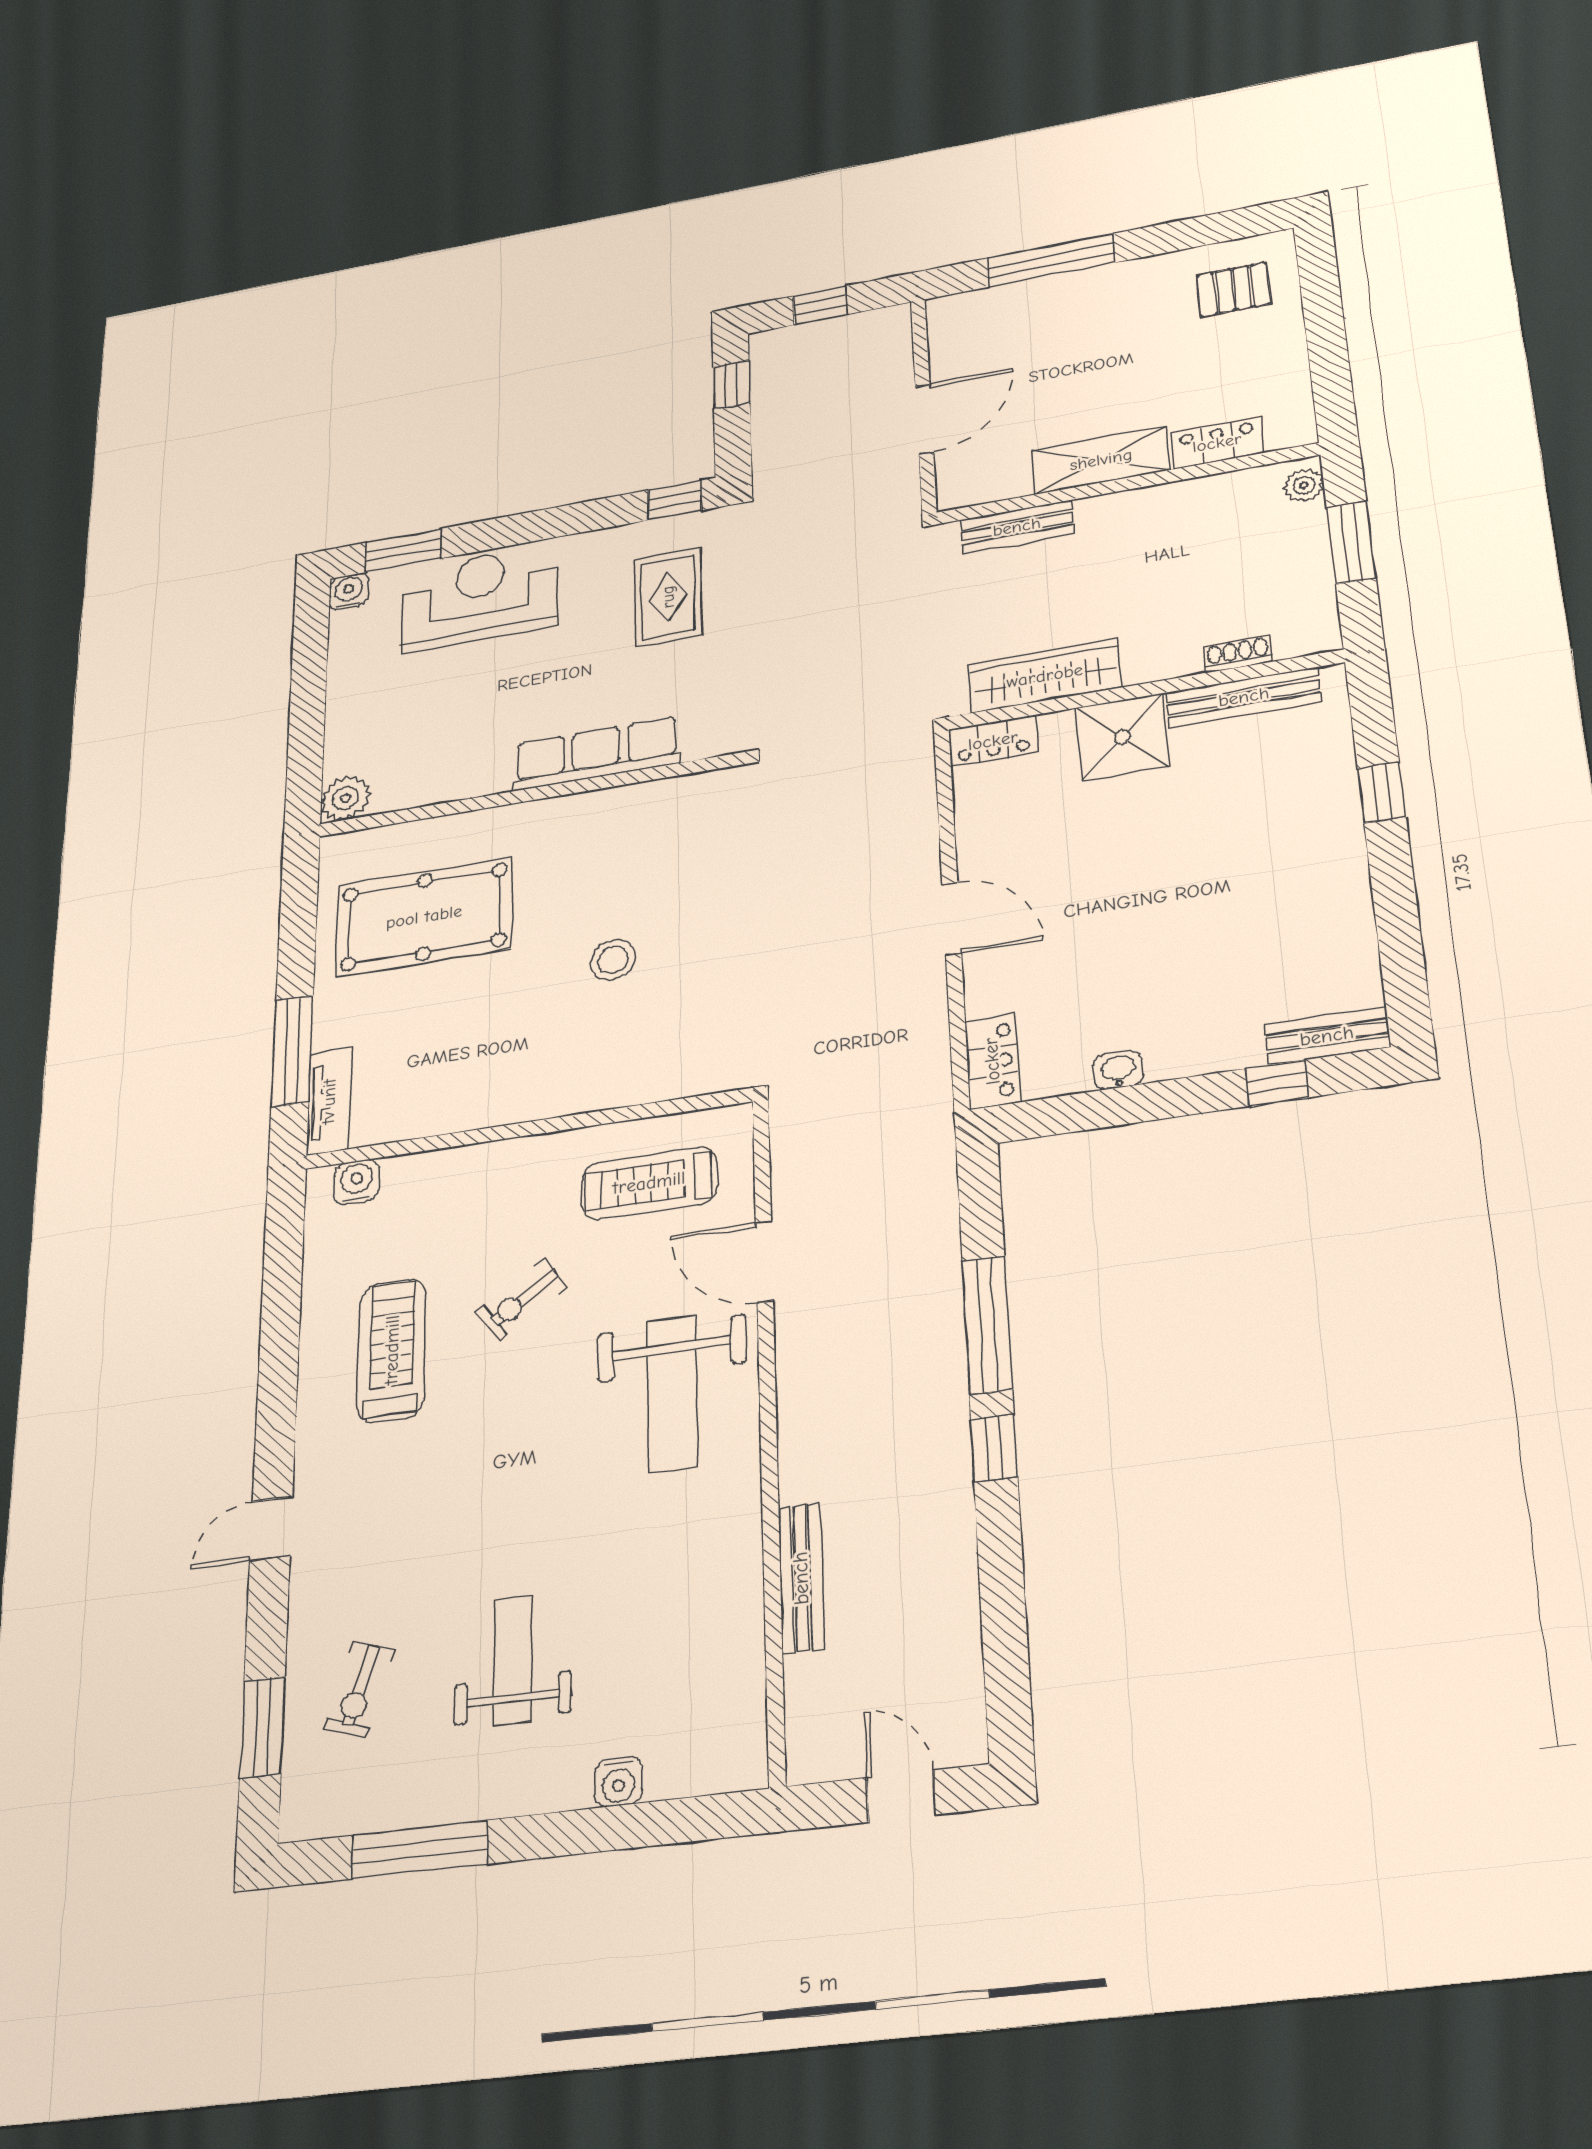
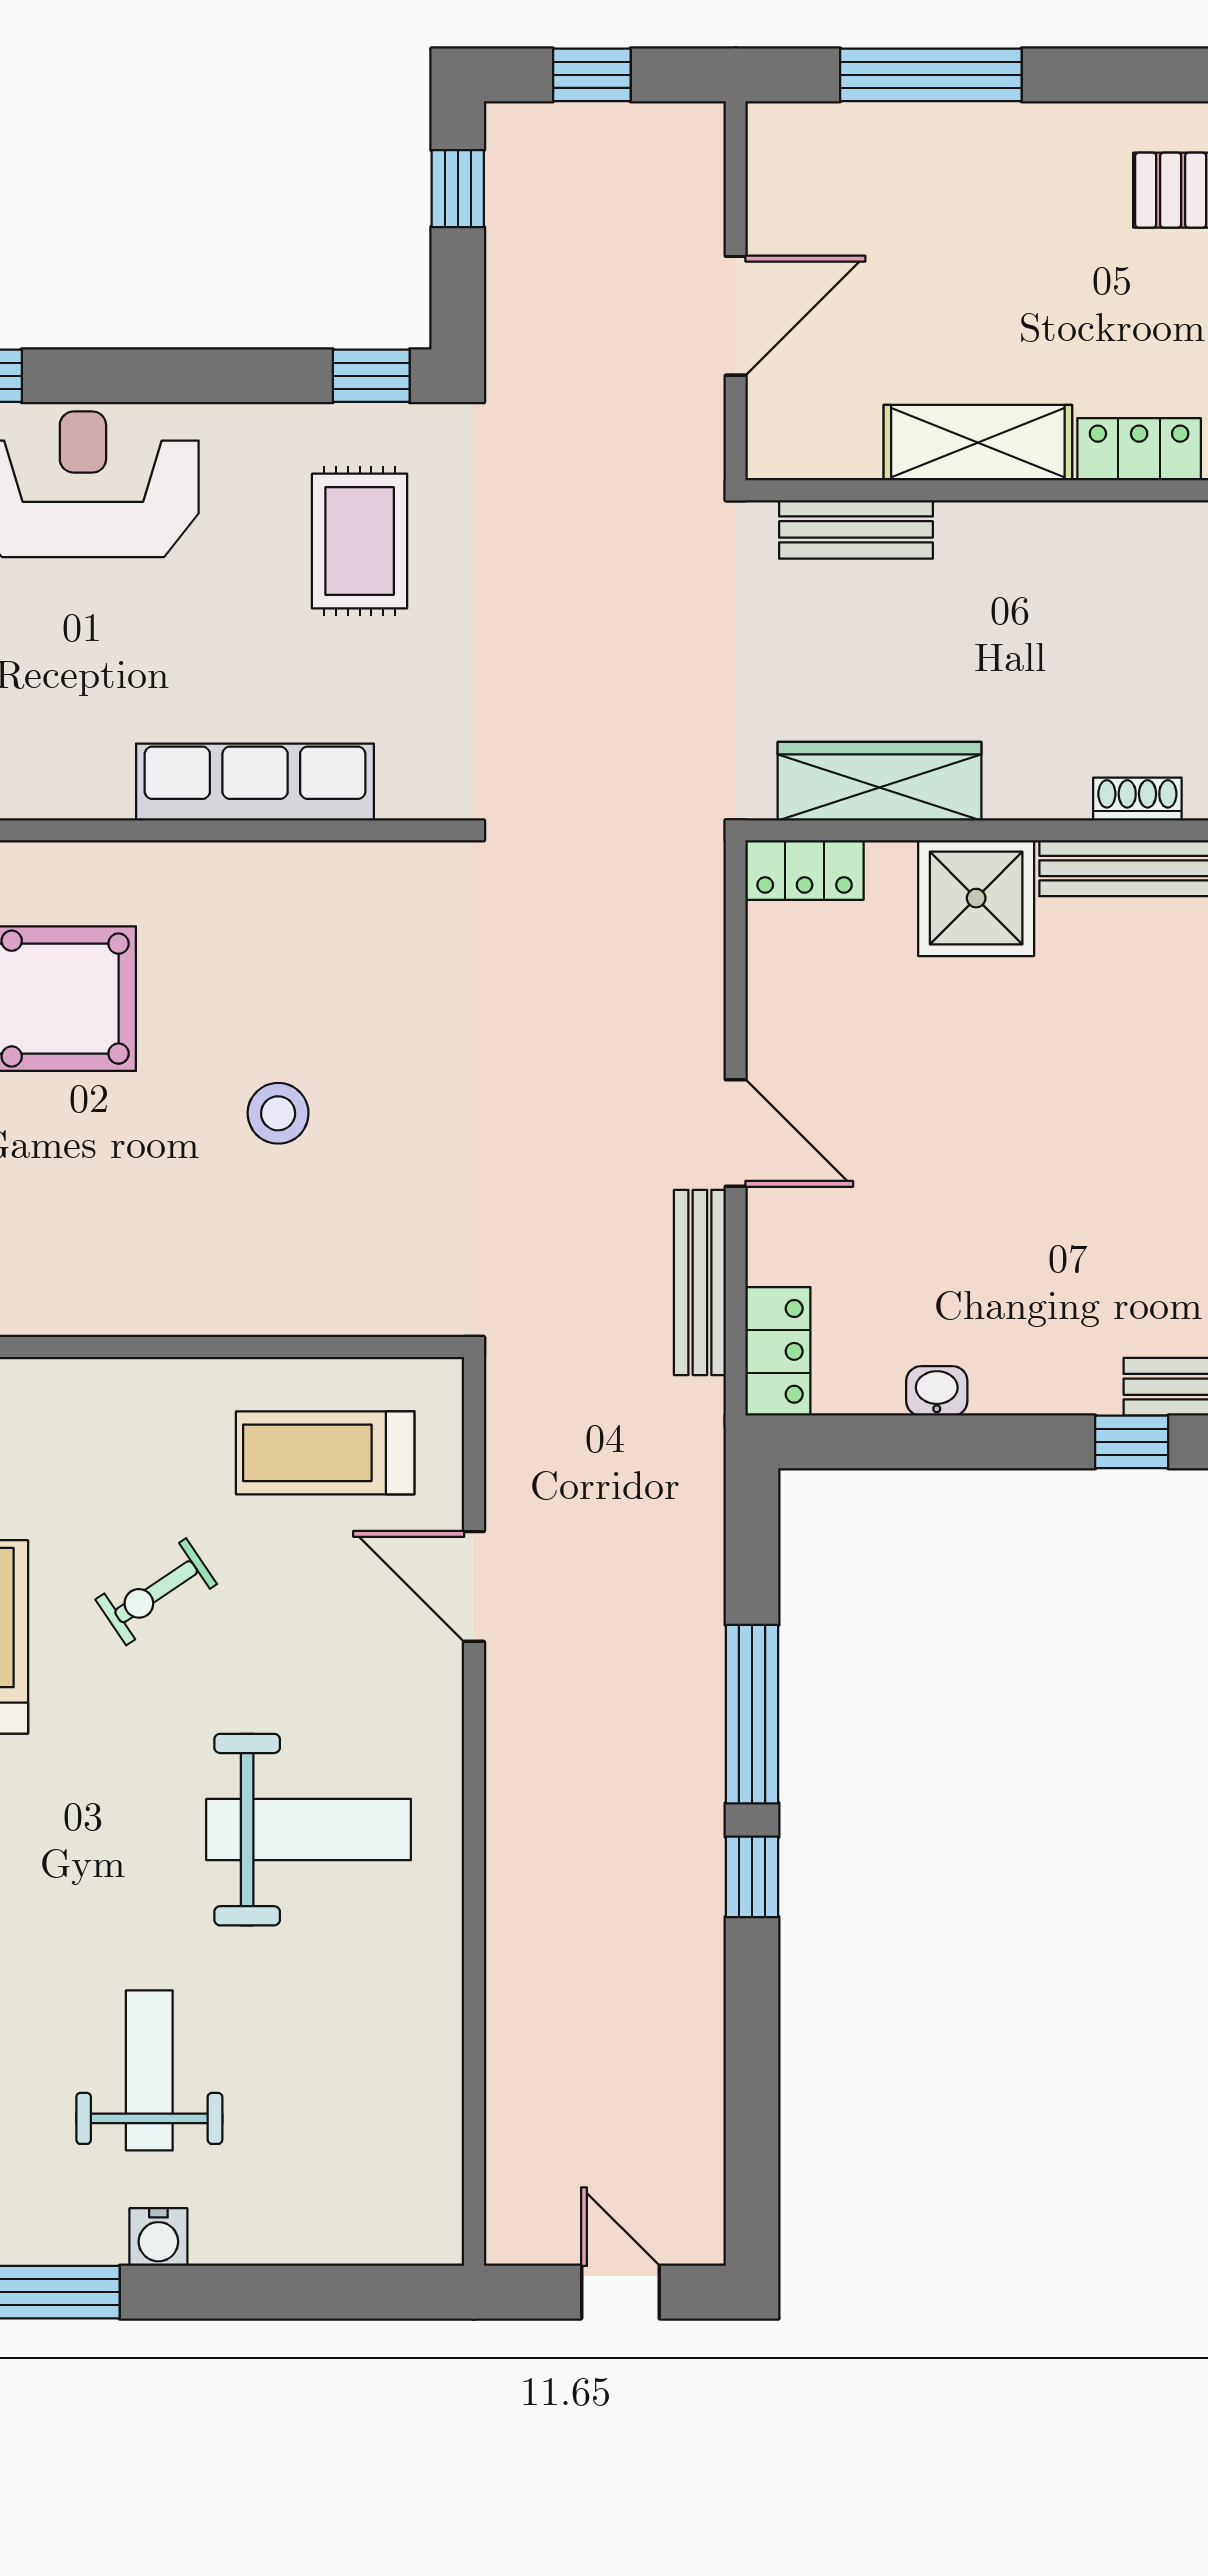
weight bench: (672, 1394) -> (309, 1830), moved, turned -90
bench: (801, 1578) -> (700, 1282), moved
water cooler: (618, 1782) -> (158, 2237), moved

